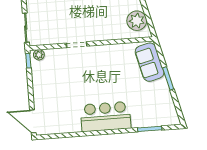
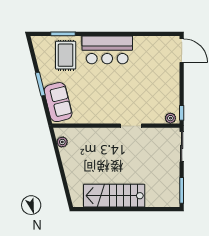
plant: (137, 21) -> (62, 142), width x0.53, depth x0.53
rug: (146, 108) -> (66, 55), added

